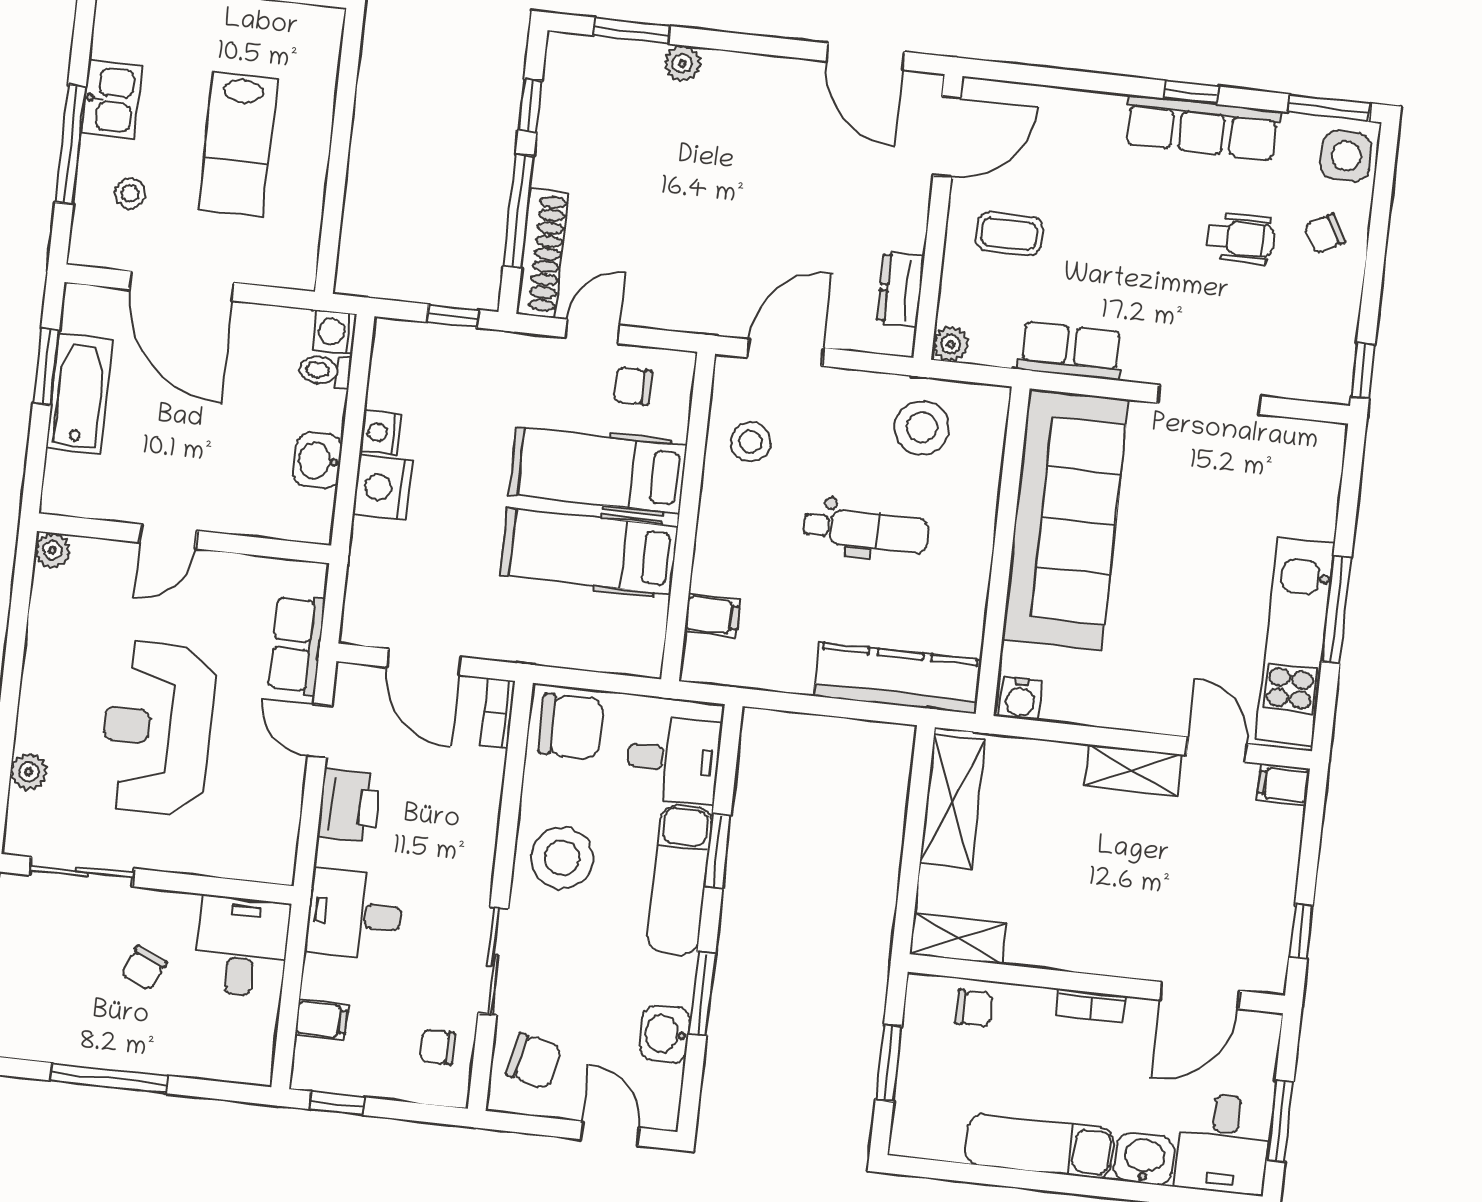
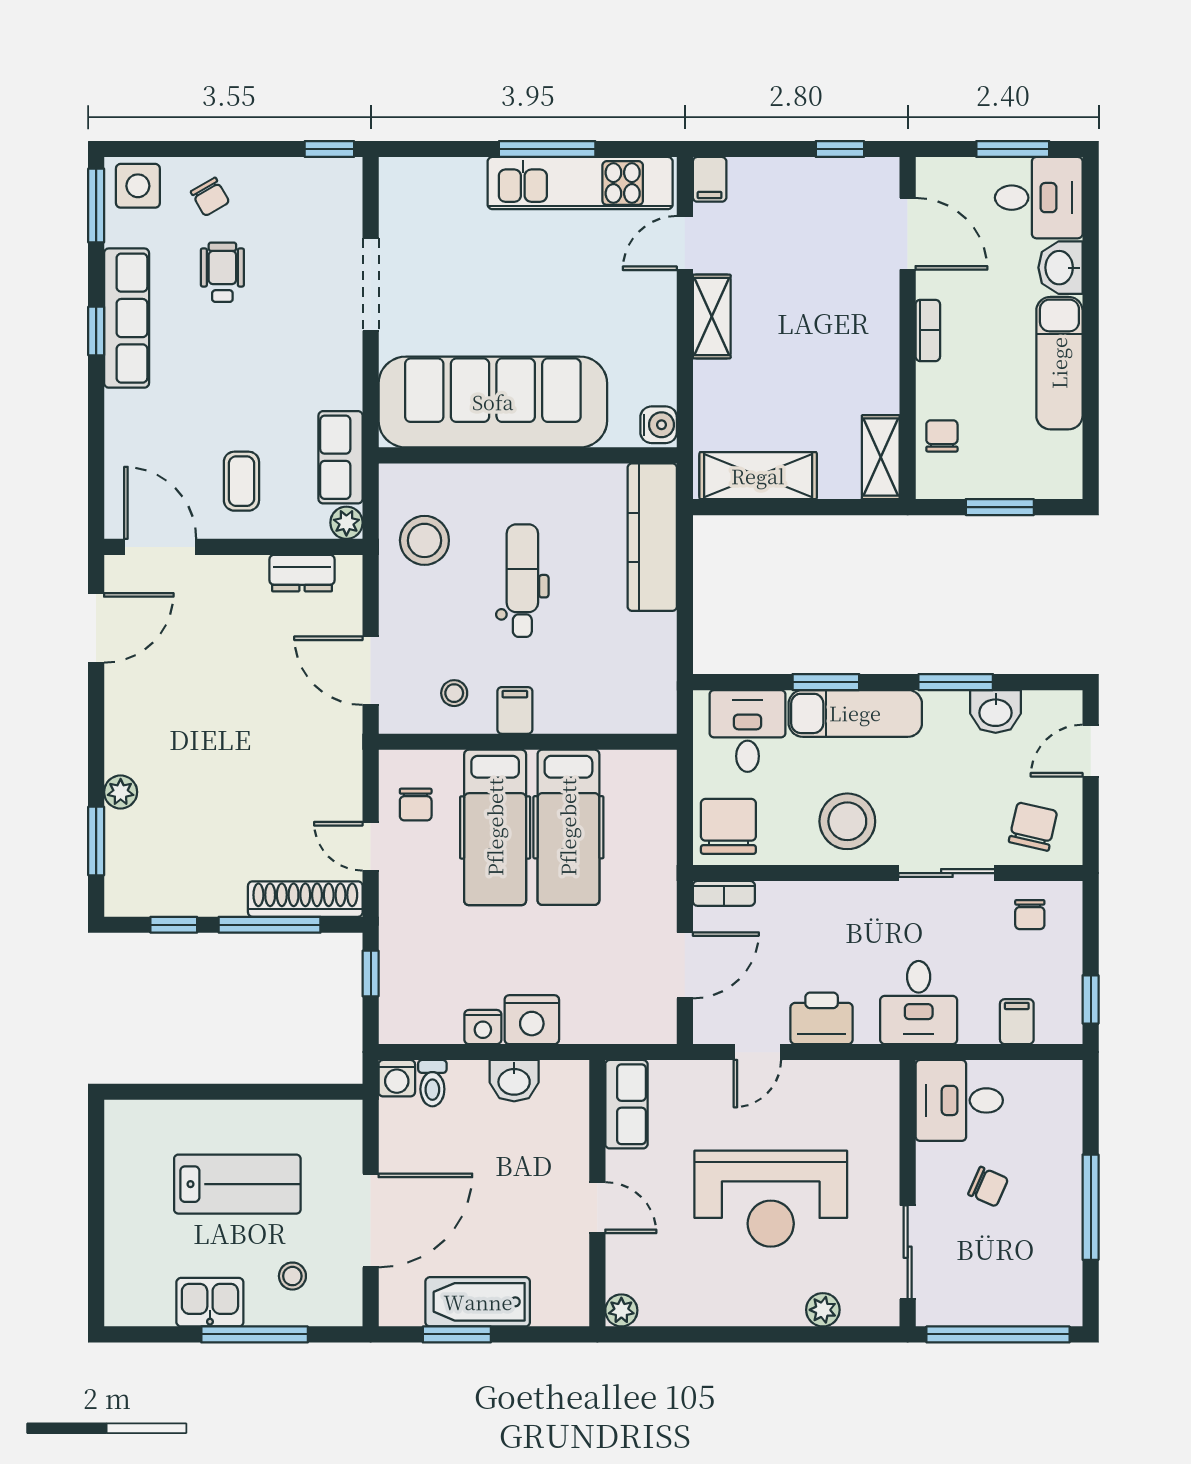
row of seats: (1071, 351) -> (341, 457), moved
stool: (750, 442) -> (454, 693), width x0.73, depth x0.73
filing cabinet: (712, 615) -> (515, 710), moved
row of seats: (297, 645) -> (626, 1104), moved, turned -90

